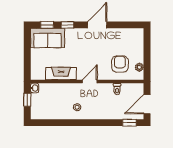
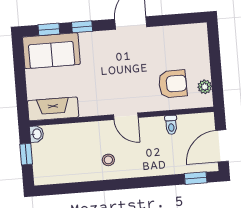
armchair: (120, 64) -> (173, 84), turned 89
fireplace: (61, 73) -> (53, 109), moved
door: (90, 81) -> (126, 116), swing flipped

